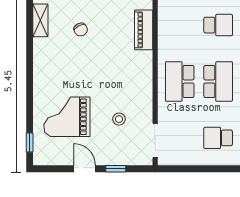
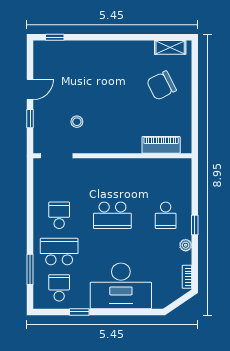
chair: (81, 30) -> (161, 86), width x1.87, depth x1.87
school desk: (180, 81) -> (112, 179), removed
grand piano: (67, 117) -> (79, 72), removed

